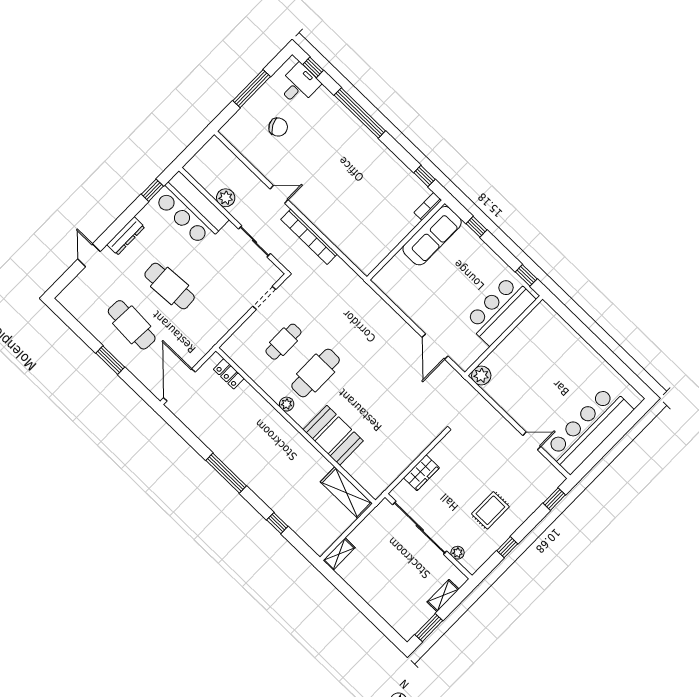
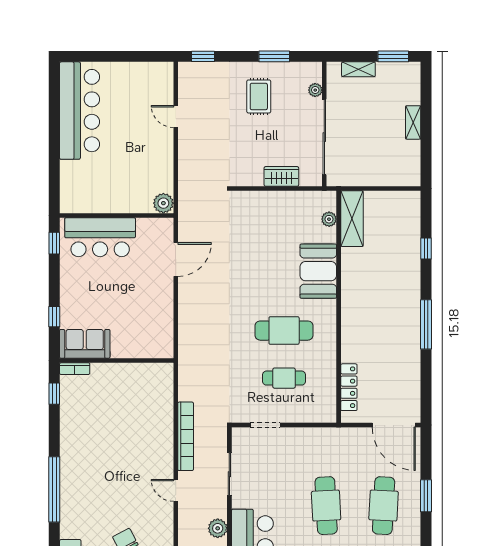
sofa: (432, 236) -> (85, 344), width x0.73
locker: (229, 374) -> (349, 387), width x1.53
door: (179, 385) -> (394, 425), hinge flipped
plant: (287, 404) -> (329, 219), moved
bar counter: (589, 429) -> (79, 111), moved, turned -90
rug: (490, 510) -> (259, 96), turned 90
window: (507, 547) -> (274, 56), width x1.50
shelving: (339, 554) -> (413, 122), moved, turned 90

